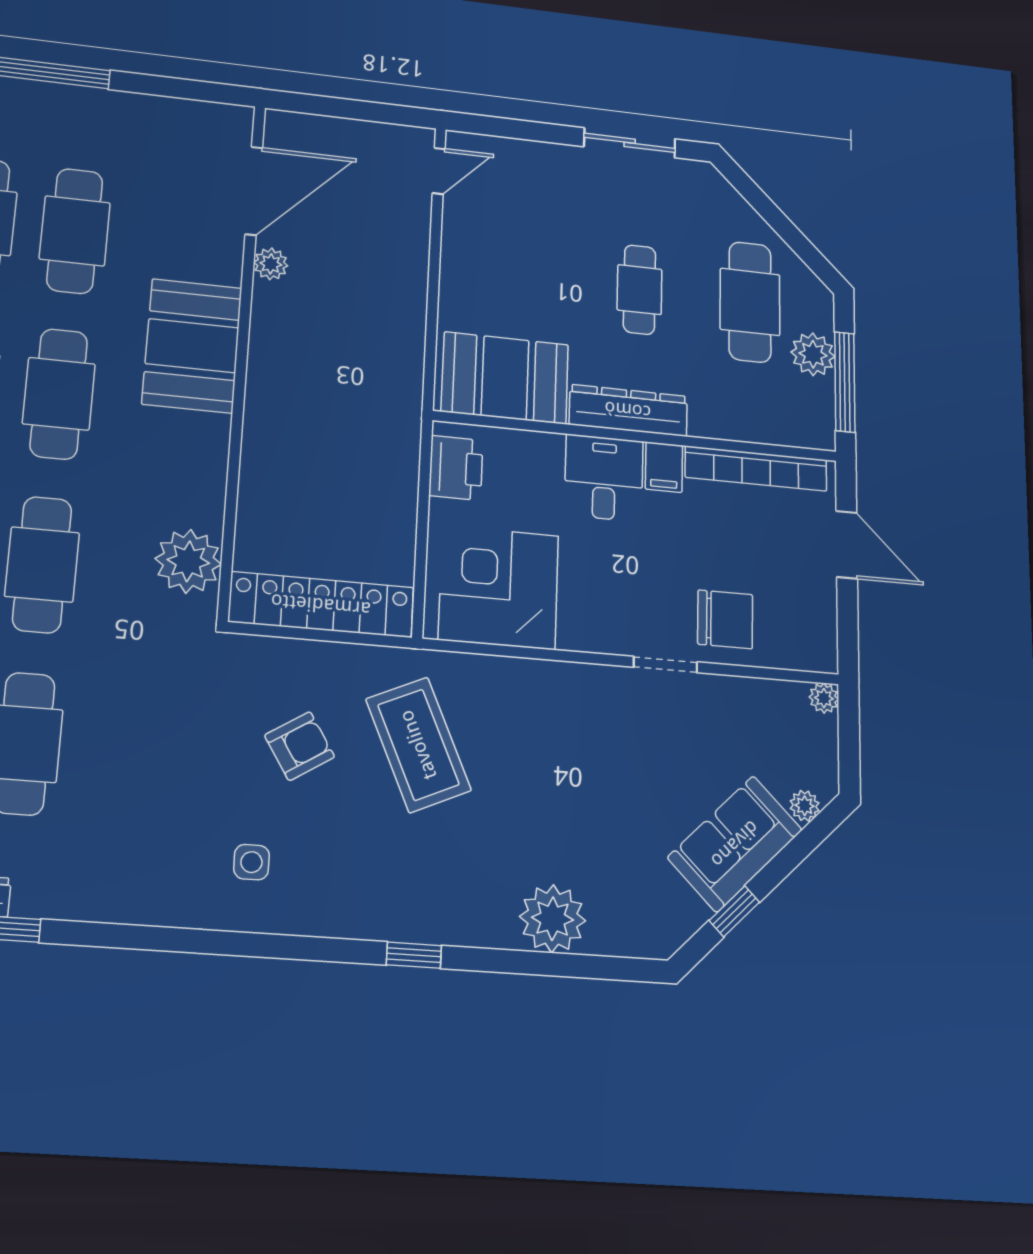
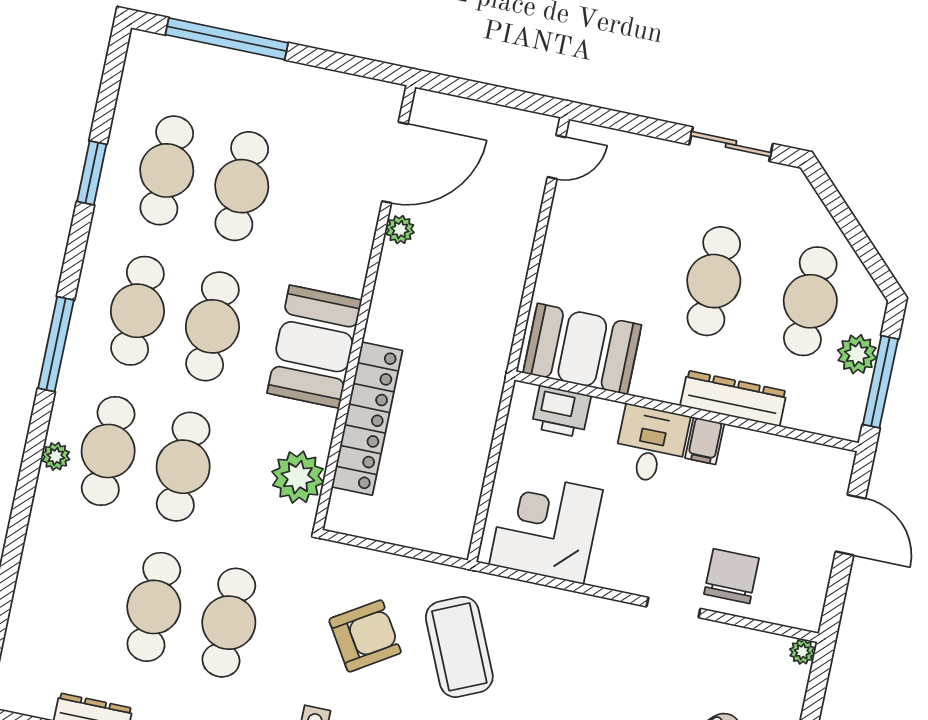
cafe table: (639, 290) -> (714, 281), width x1.37, depth x1.35
booth: (192, 346) -> (314, 347), moved
dresser: (628, 410) -> (734, 398), moved
printer: (456, 468) -> (561, 412), moved, turned 90
bookcase: (756, 469) -> (785, 451), removed
locker: (321, 605) -> (367, 419), moved, turned 90
chair: (725, 619) -> (731, 576), turned -90
armchair: (300, 746) -> (365, 636), width x1.38, depth x1.38
cafe table: (124, 751) -> (229, 623), added

